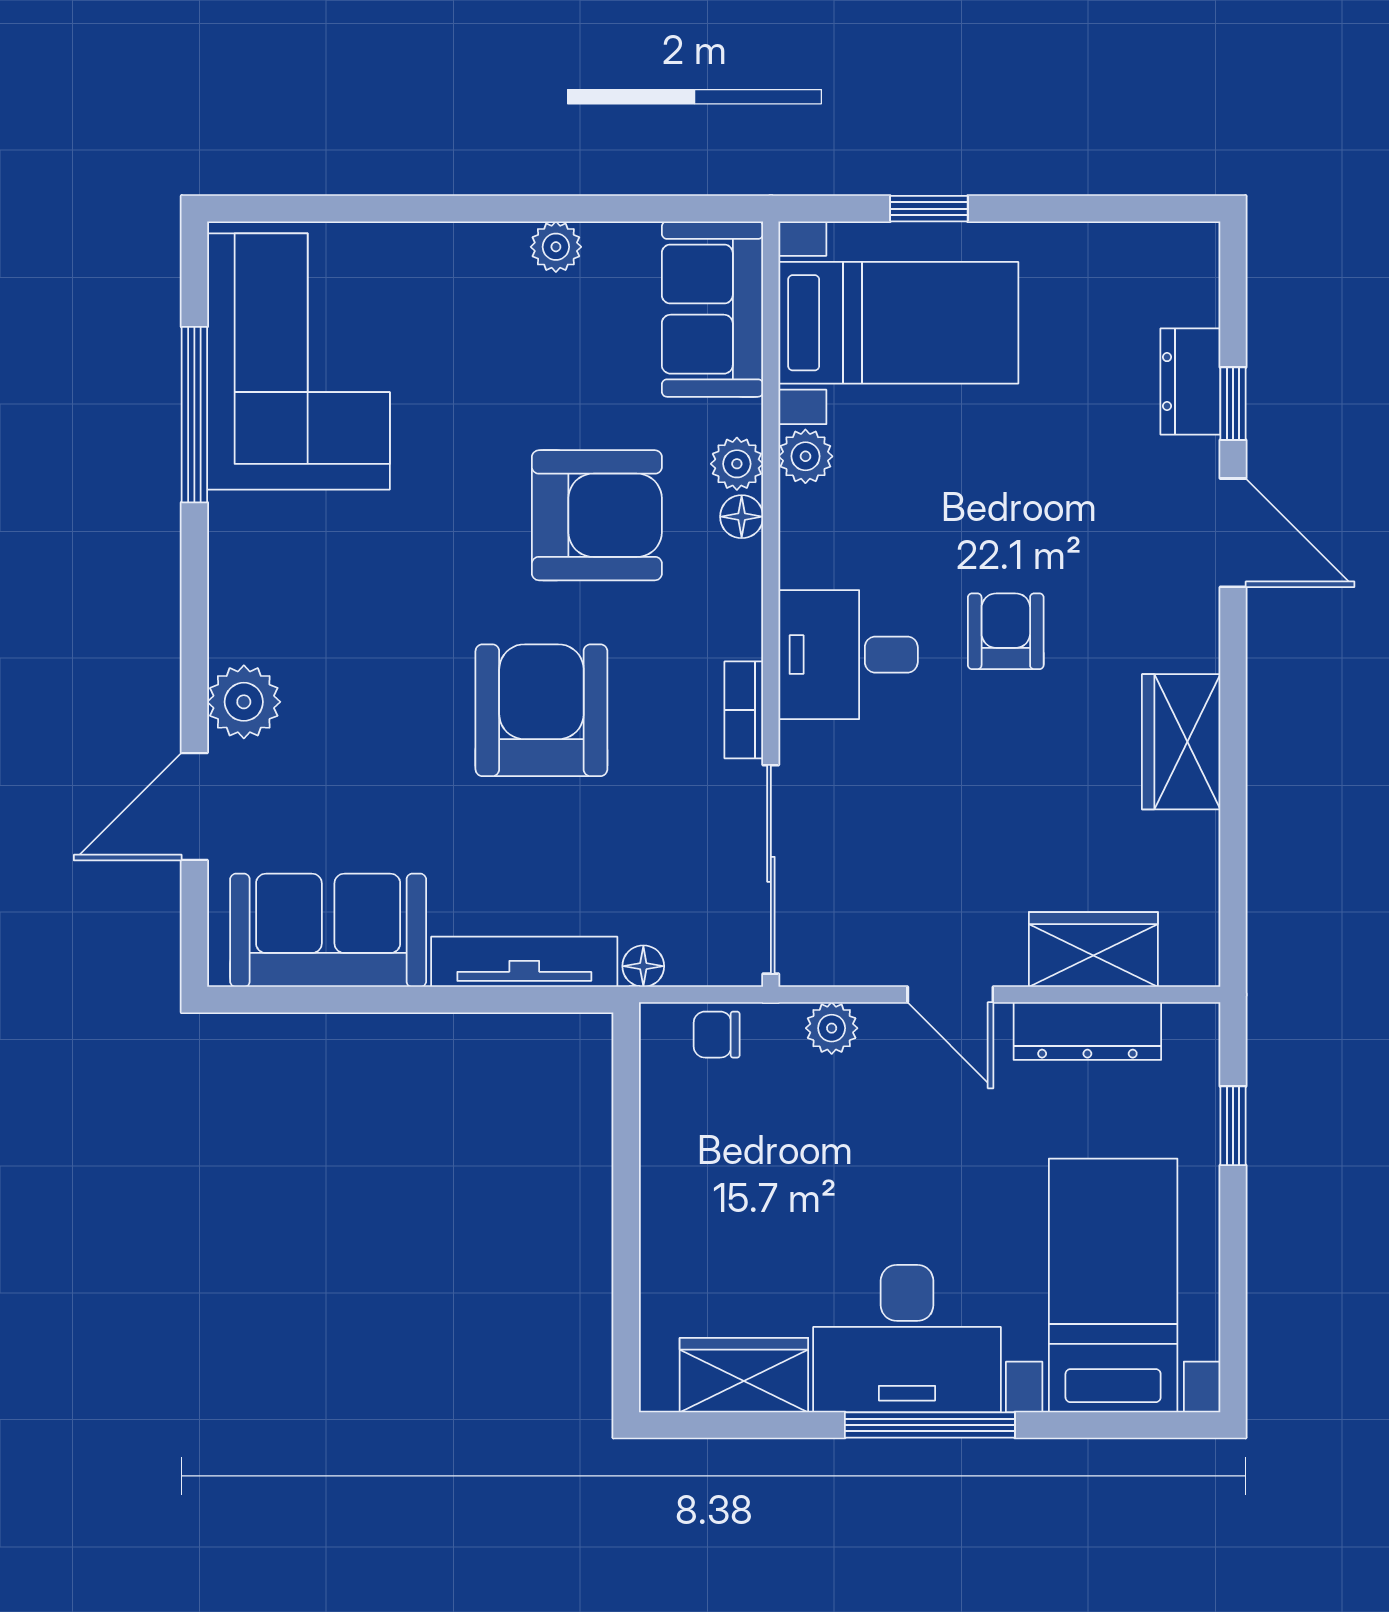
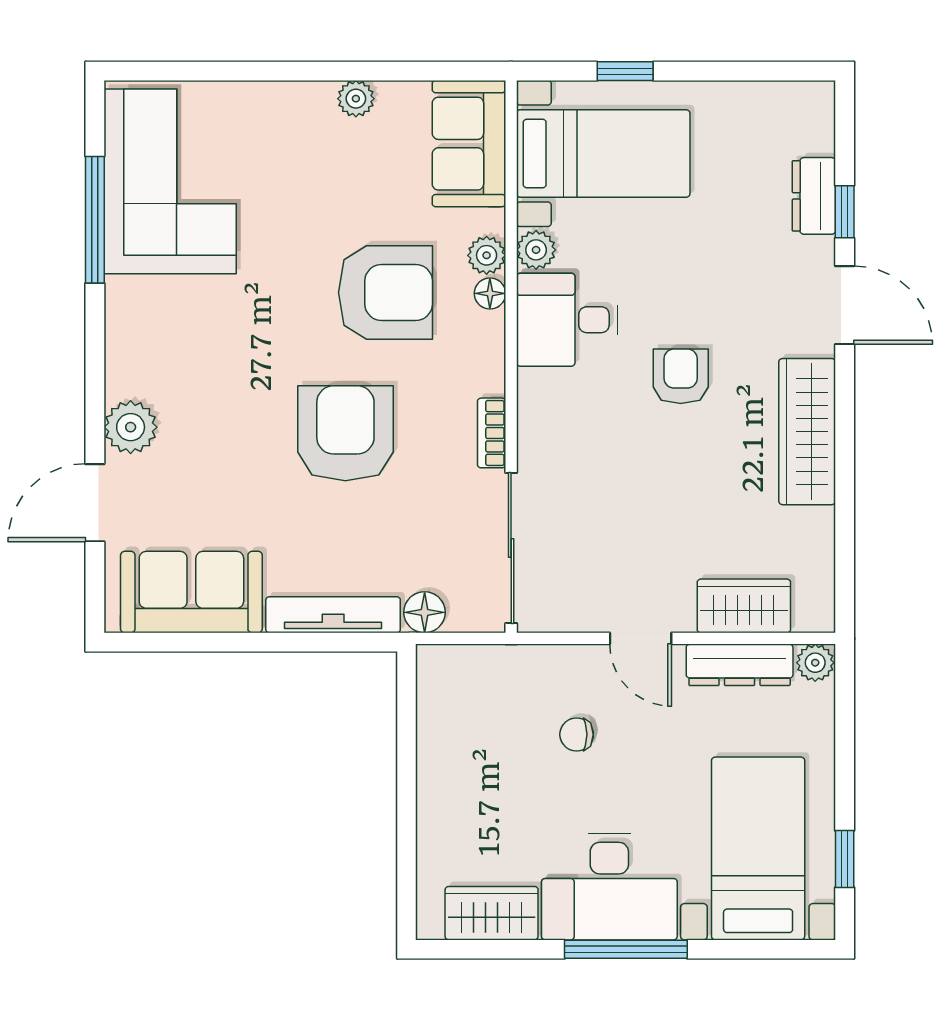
desk: (848, 655) -> (567, 320), moved
wardrobe: (1181, 742) -> (807, 432), width x1.50
floor lamp: (643, 966) -> (425, 612), width x1.37, depth x1.37
plant: (832, 1028) -> (815, 663), moved
chair: (717, 1035) -> (577, 734), moved
window: (1233, 1126) -> (845, 859), moved

